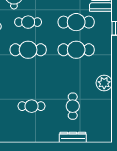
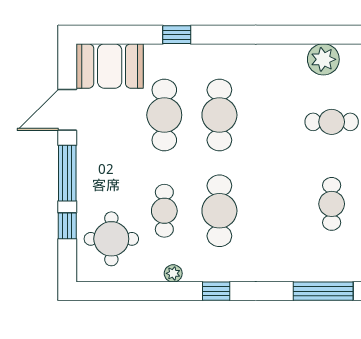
plant: (104, 83) -> (323, 59), moved

